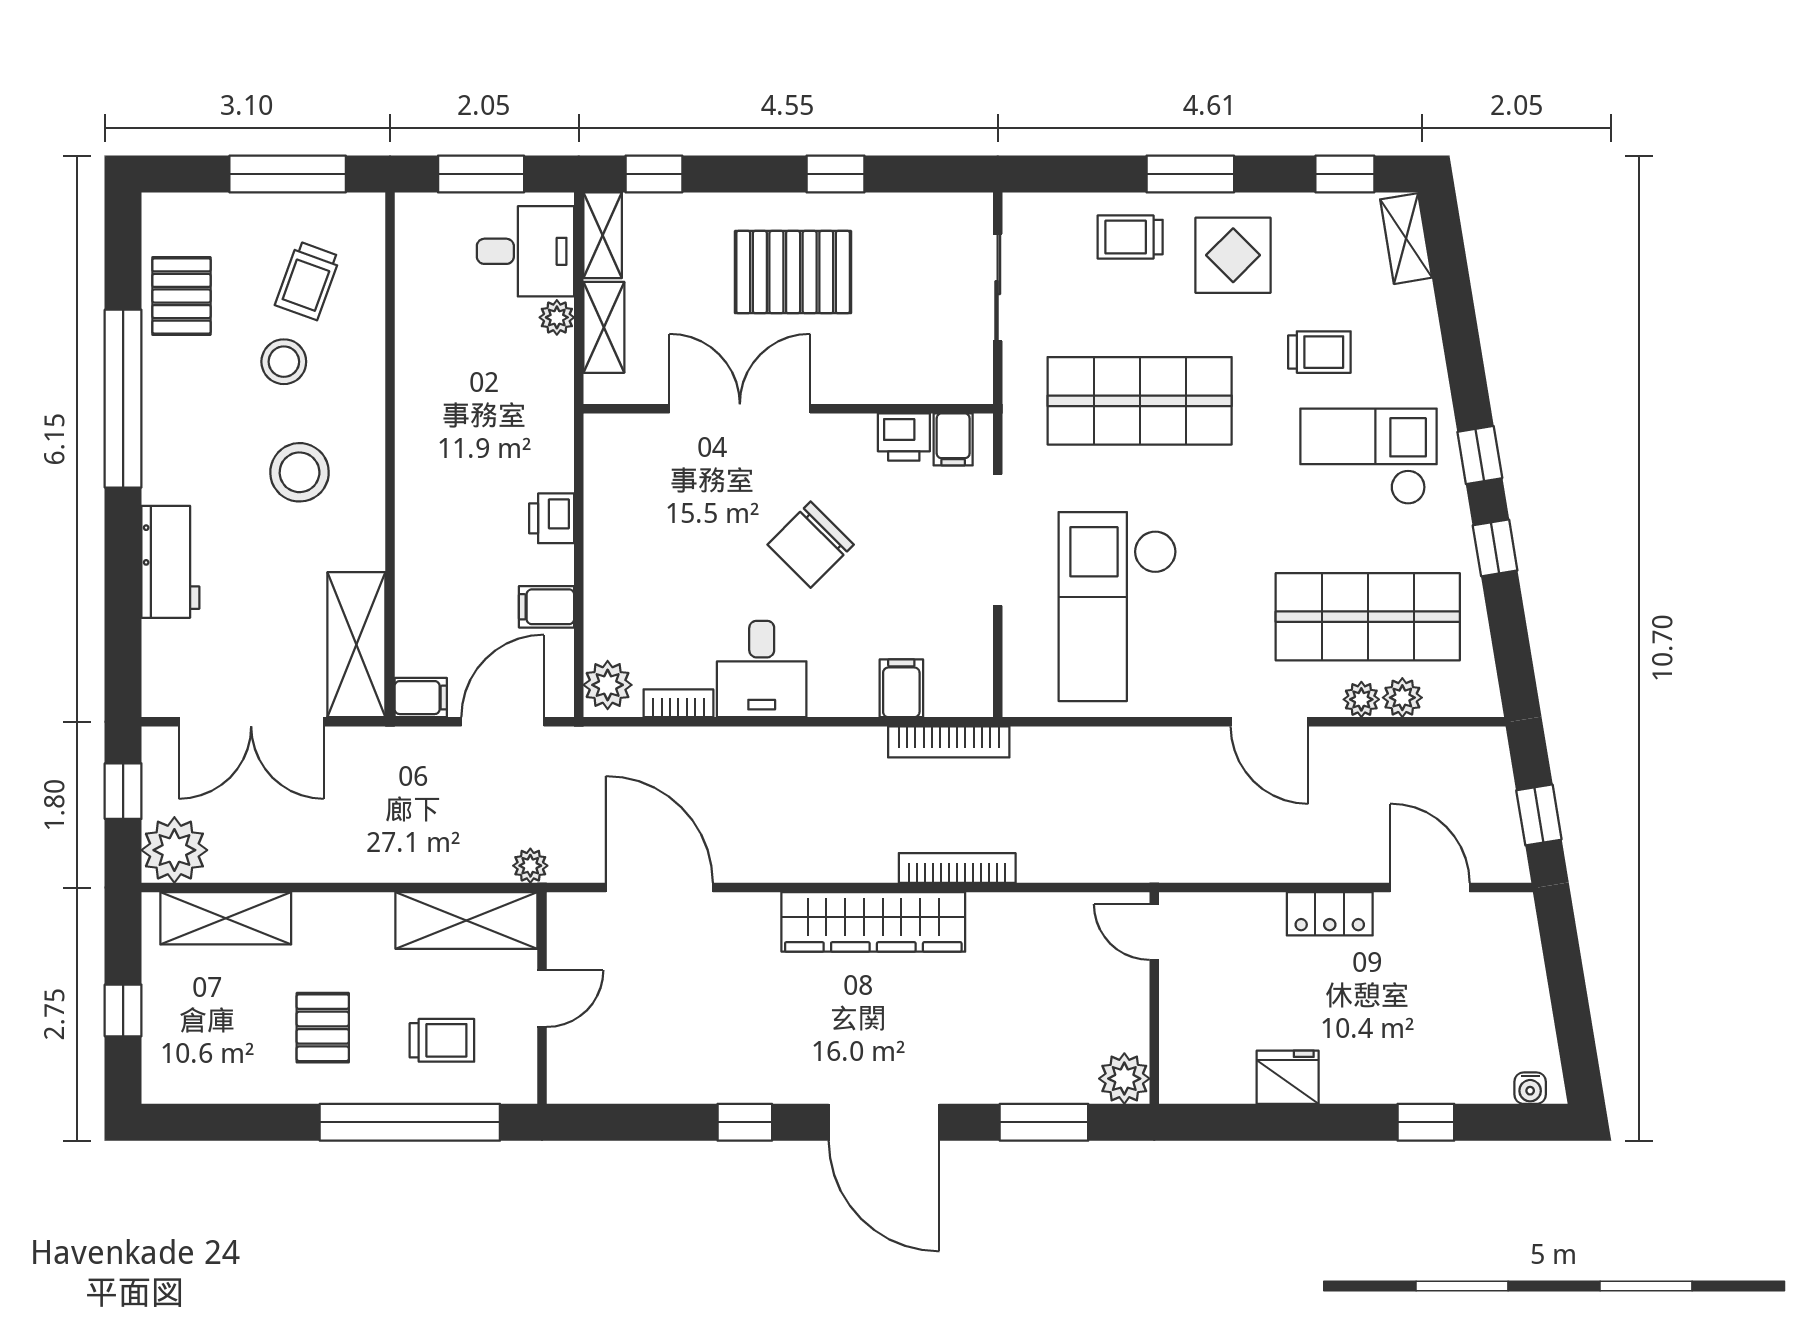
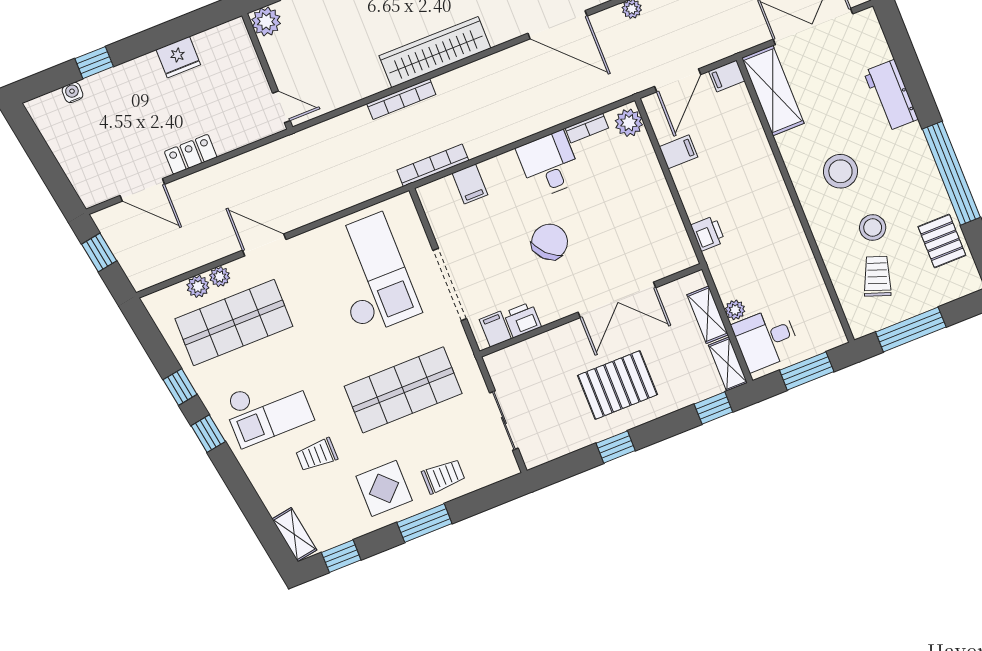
printer: (552, 518) -> (708, 233), moved
water cooler: (1530, 1088) -> (73, 93), moved

